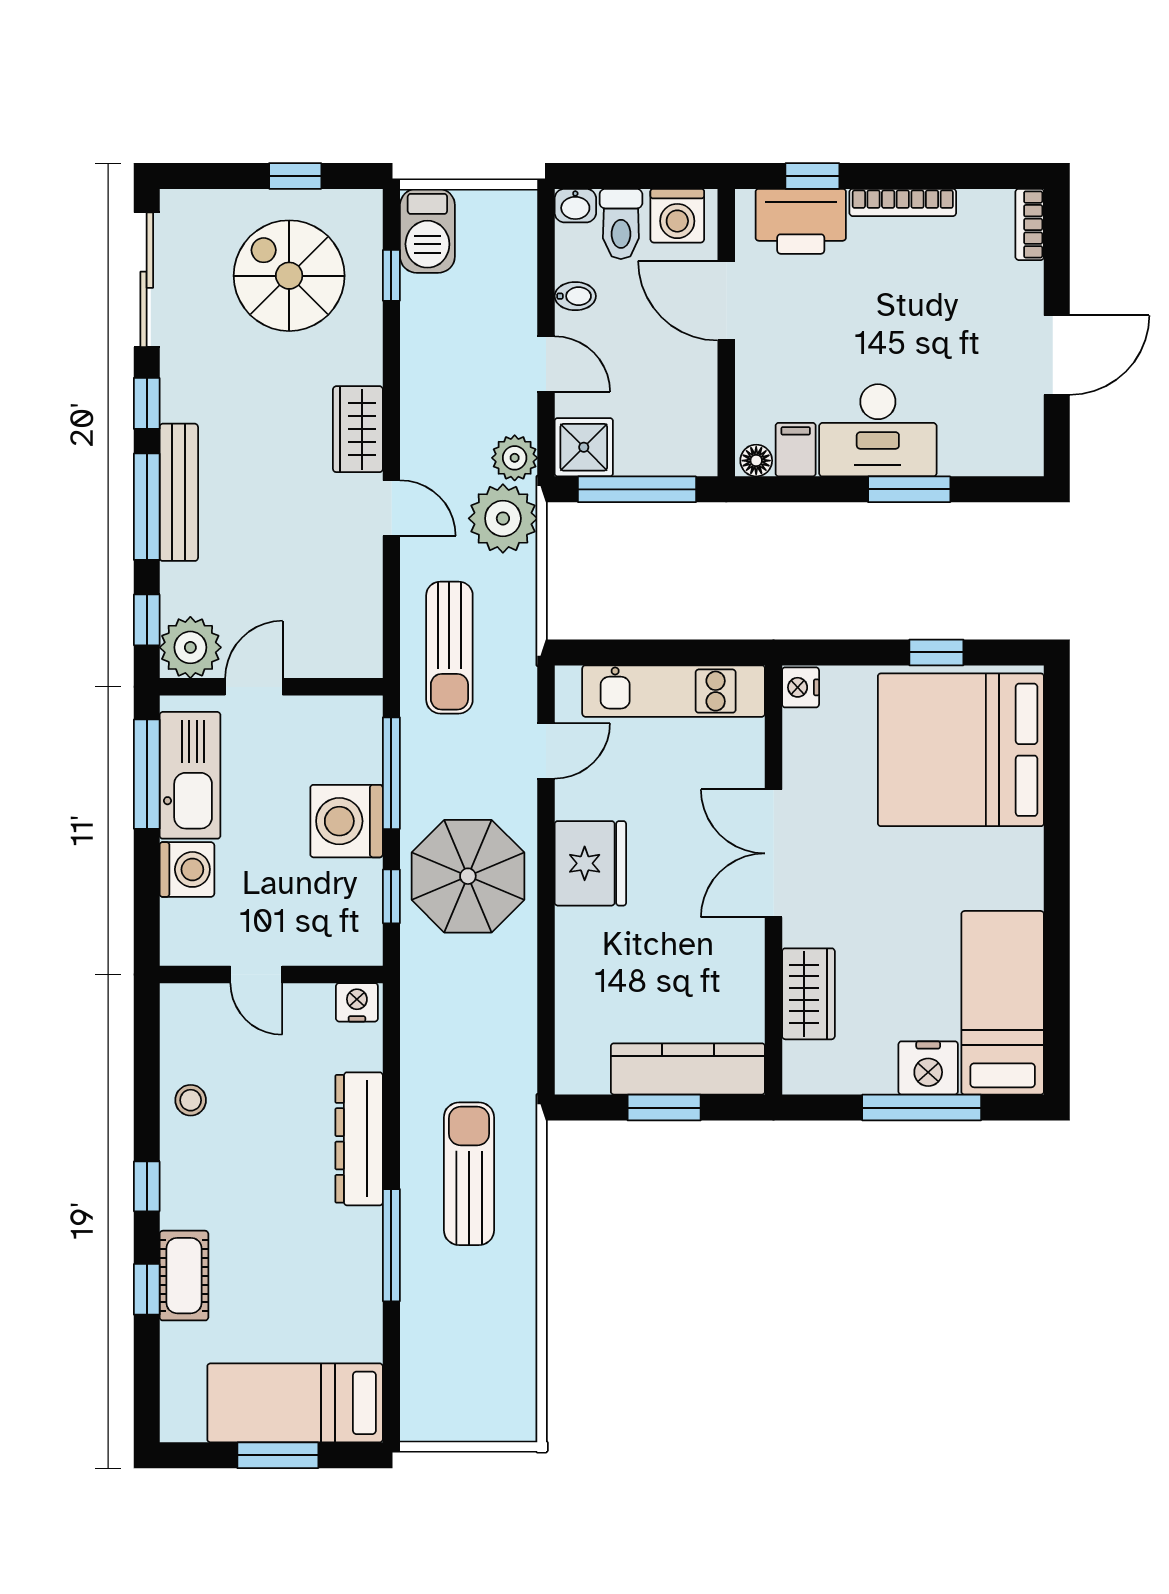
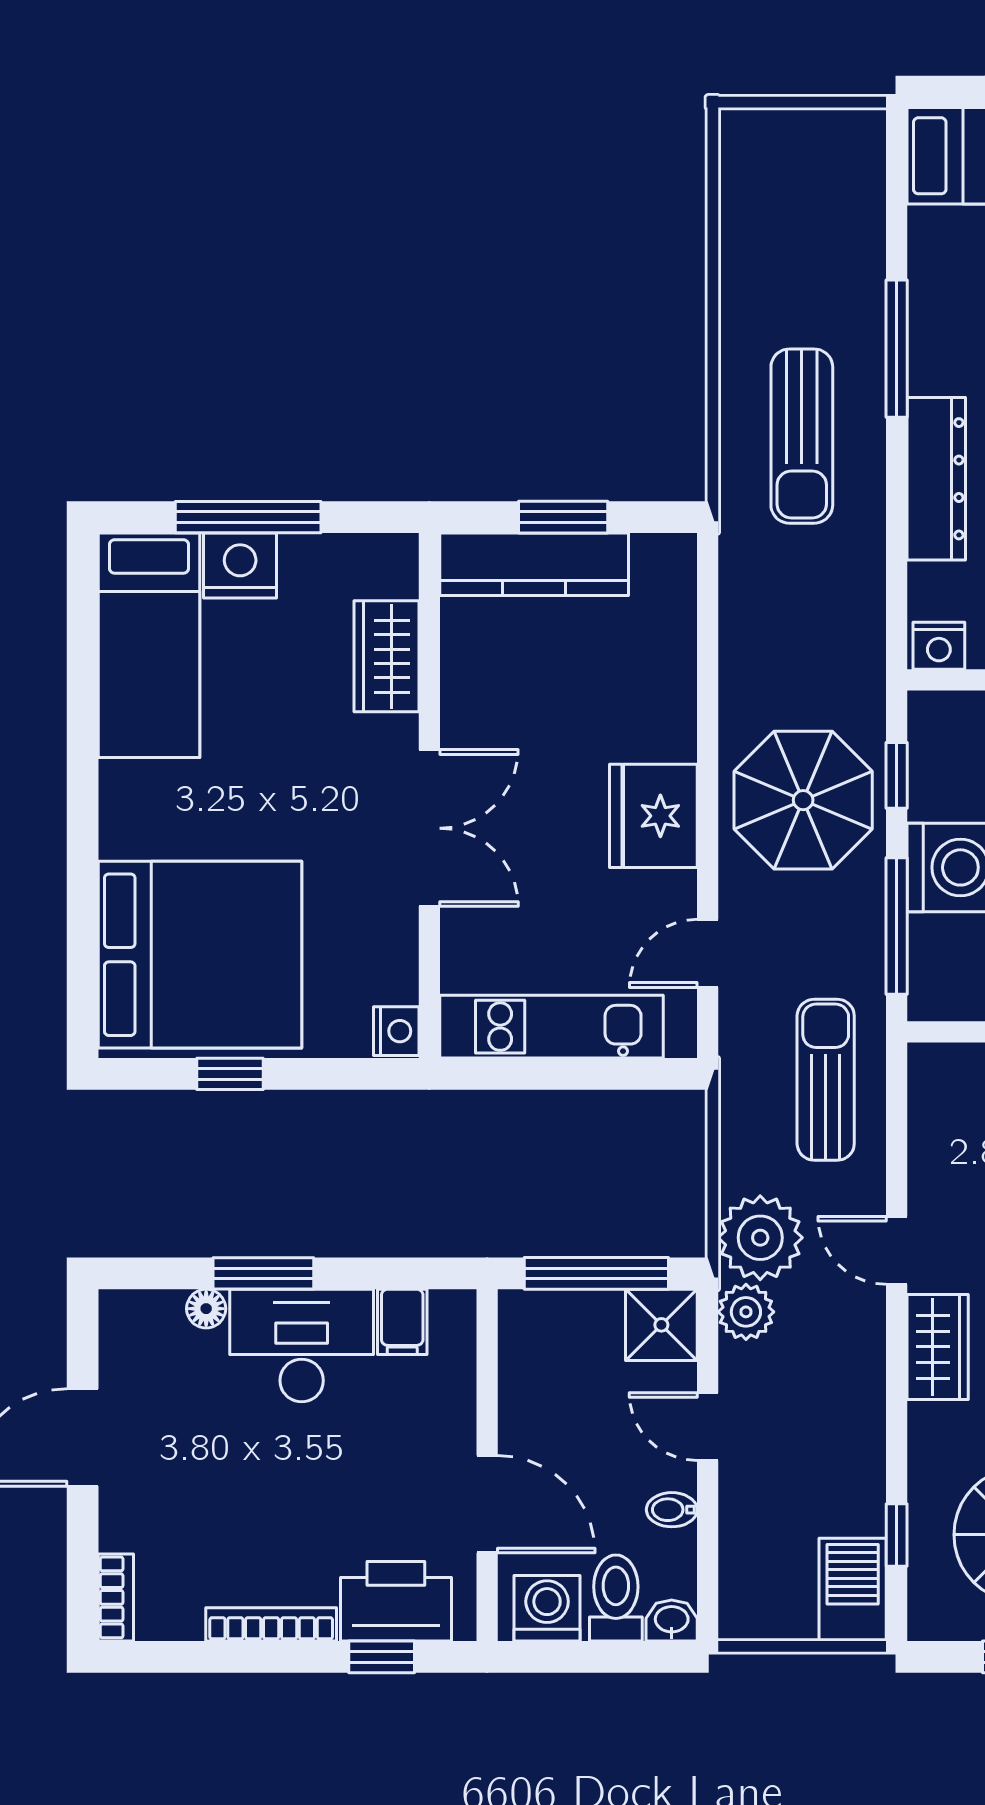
floor lamp: (756, 461) -> (206, 1309), moved

